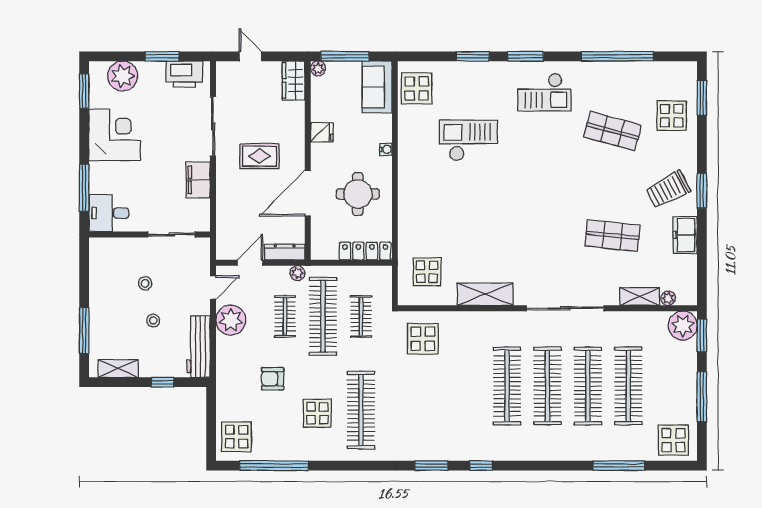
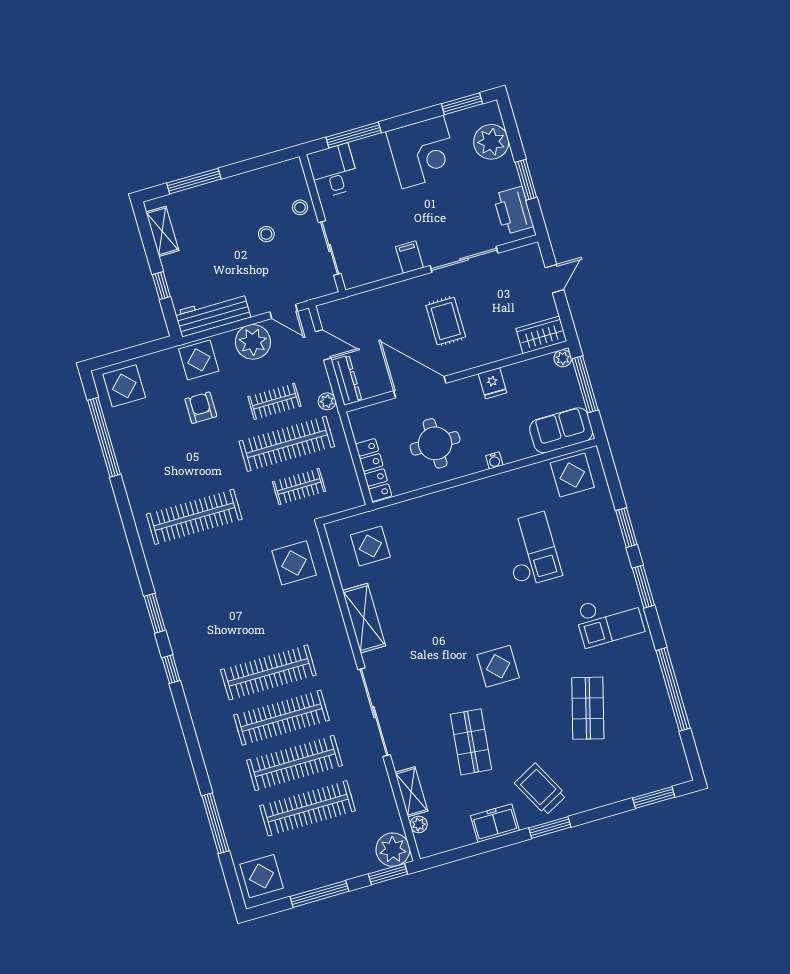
checkout: (544, 92) -> (609, 619), turned -90
display table: (672, 116) -> (498, 666), moved
filing cabinet: (198, 180) -> (409, 257), width x0.50
stool: (153, 320) -> (300, 207), moved
display table: (317, 413) -> (199, 360), moved

